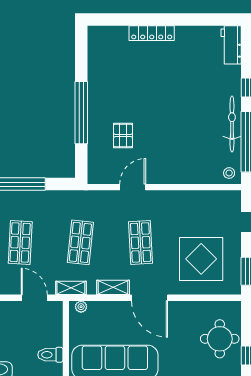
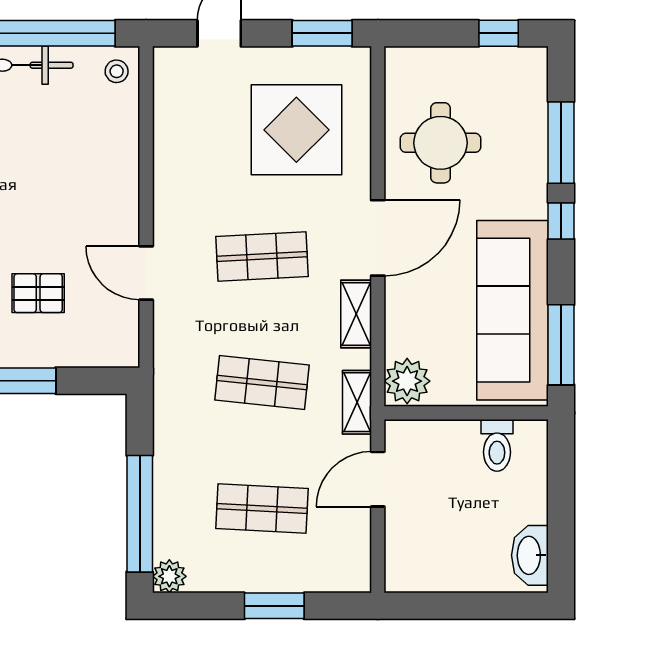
plant: (81, 307) -> (407, 381), width x1.88, depth x1.88
round table: (220, 339) -> (441, 143), moved

